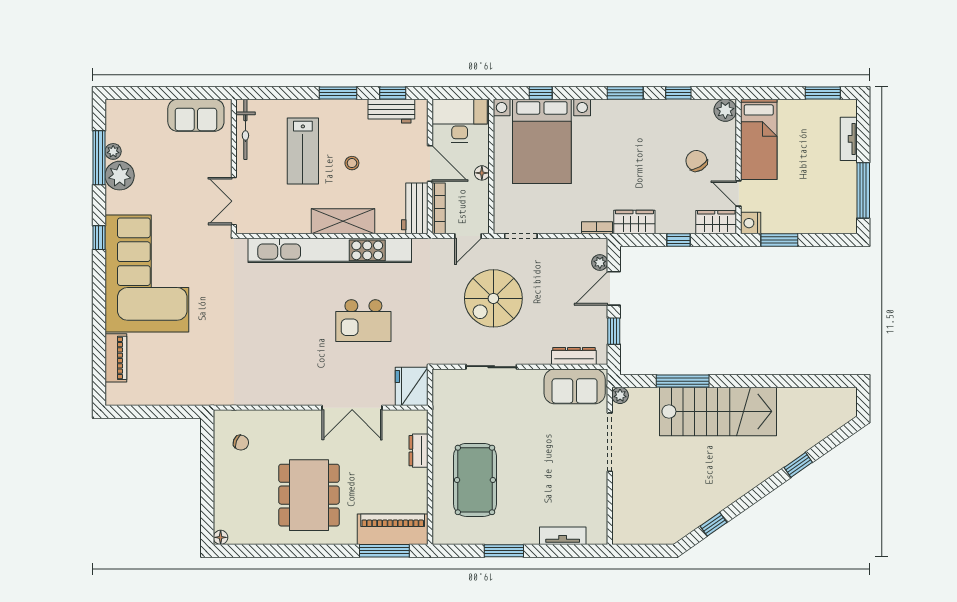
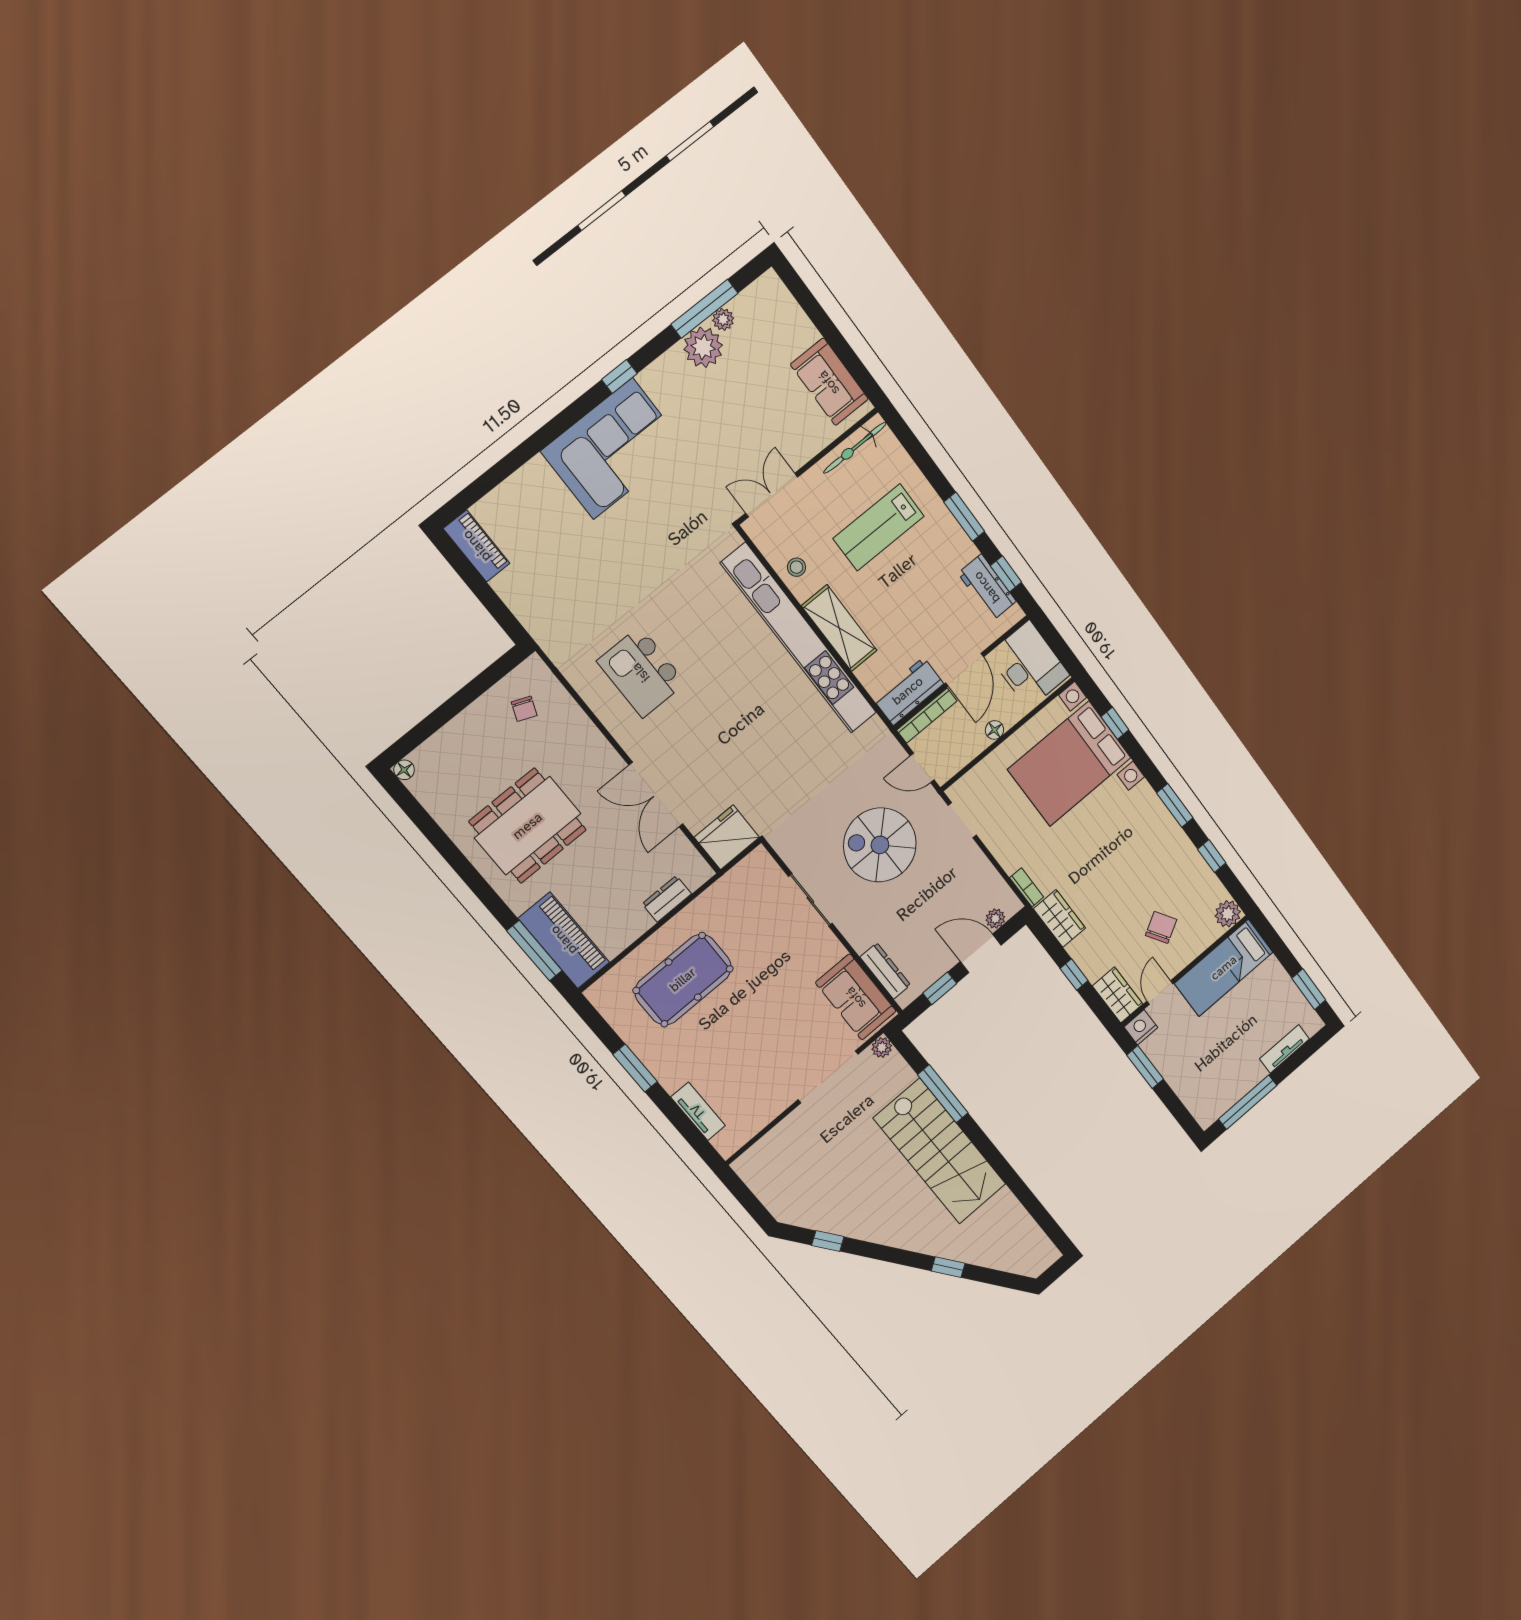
stool: (352, 163) -> (796, 567), moved
corner sofa: (147, 273) -> (613, 449), width x0.73, depth x0.74
kitchen island: (363, 321) -> (641, 672), moved
piano: (116, 358) -> (477, 546), moved, turned -90

